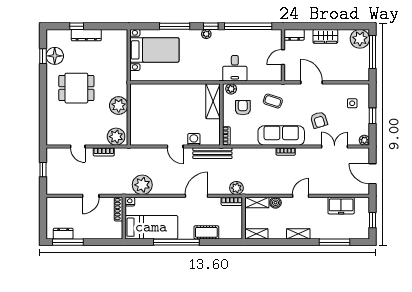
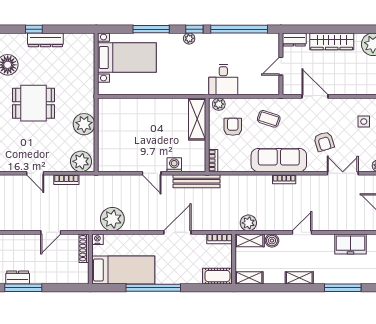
wardrobe: (325, 36) -> (332, 41), width x1.50
plant: (236, 188) -> (248, 223), moved
cot: (206, 232) -> (217, 276), moved

